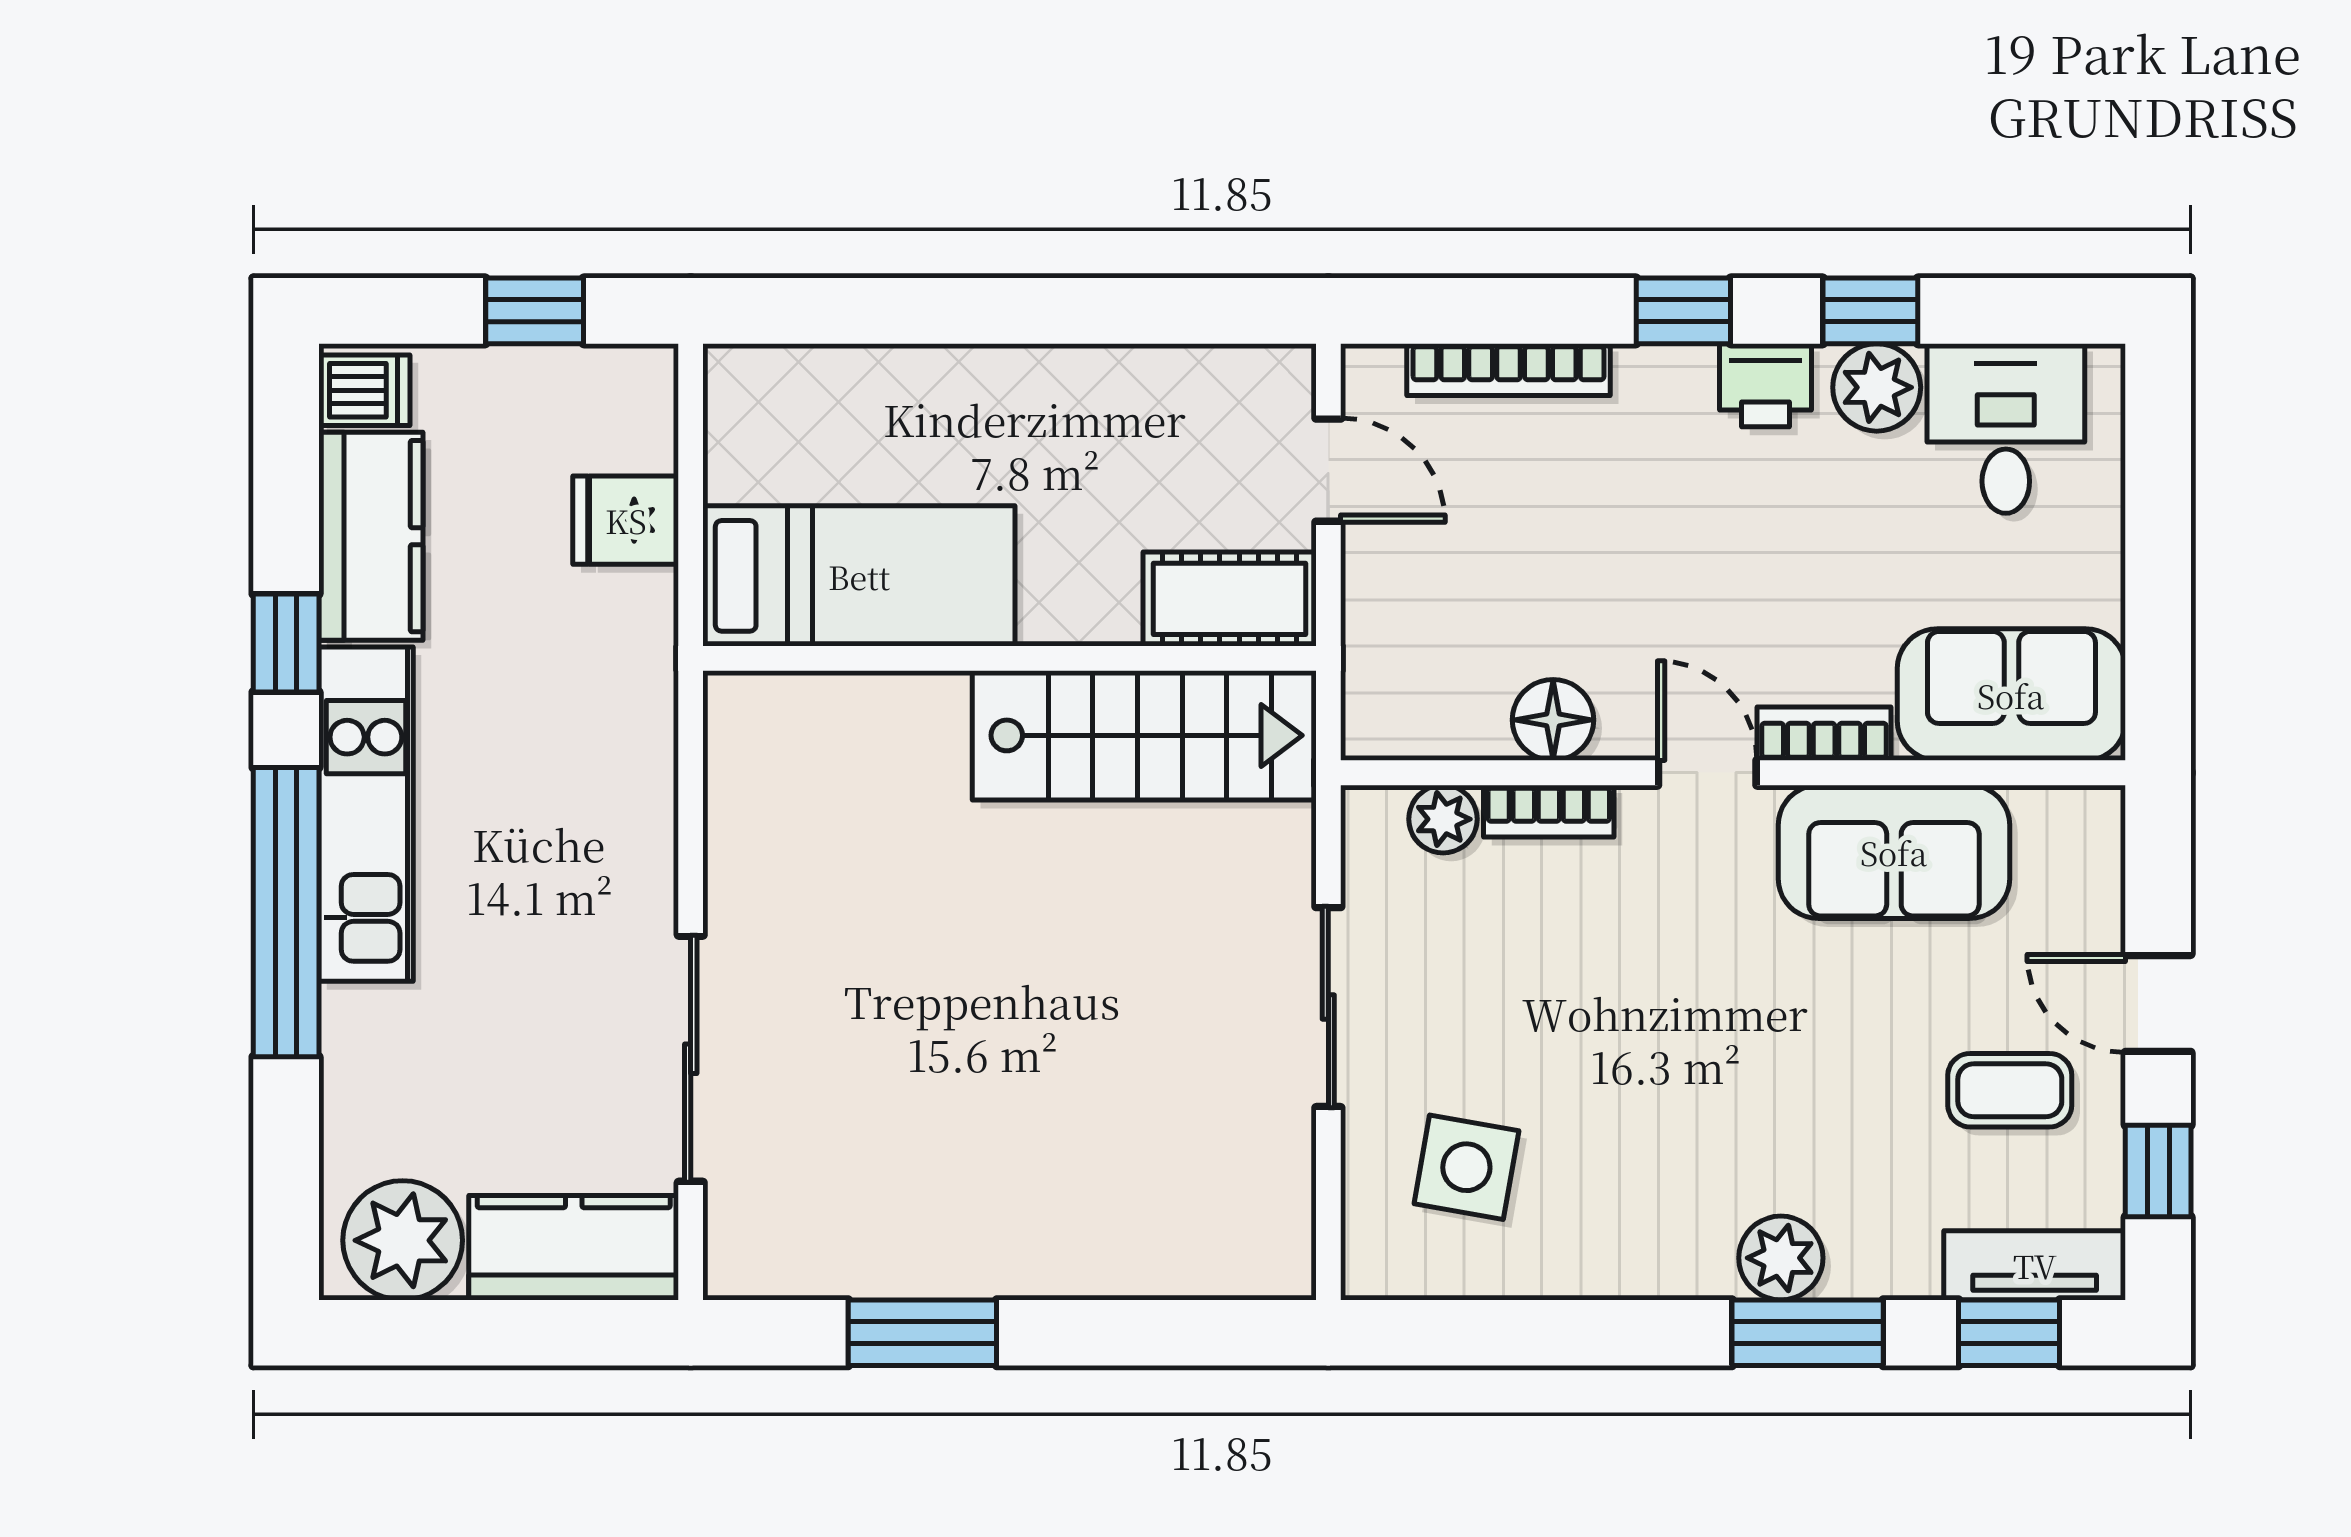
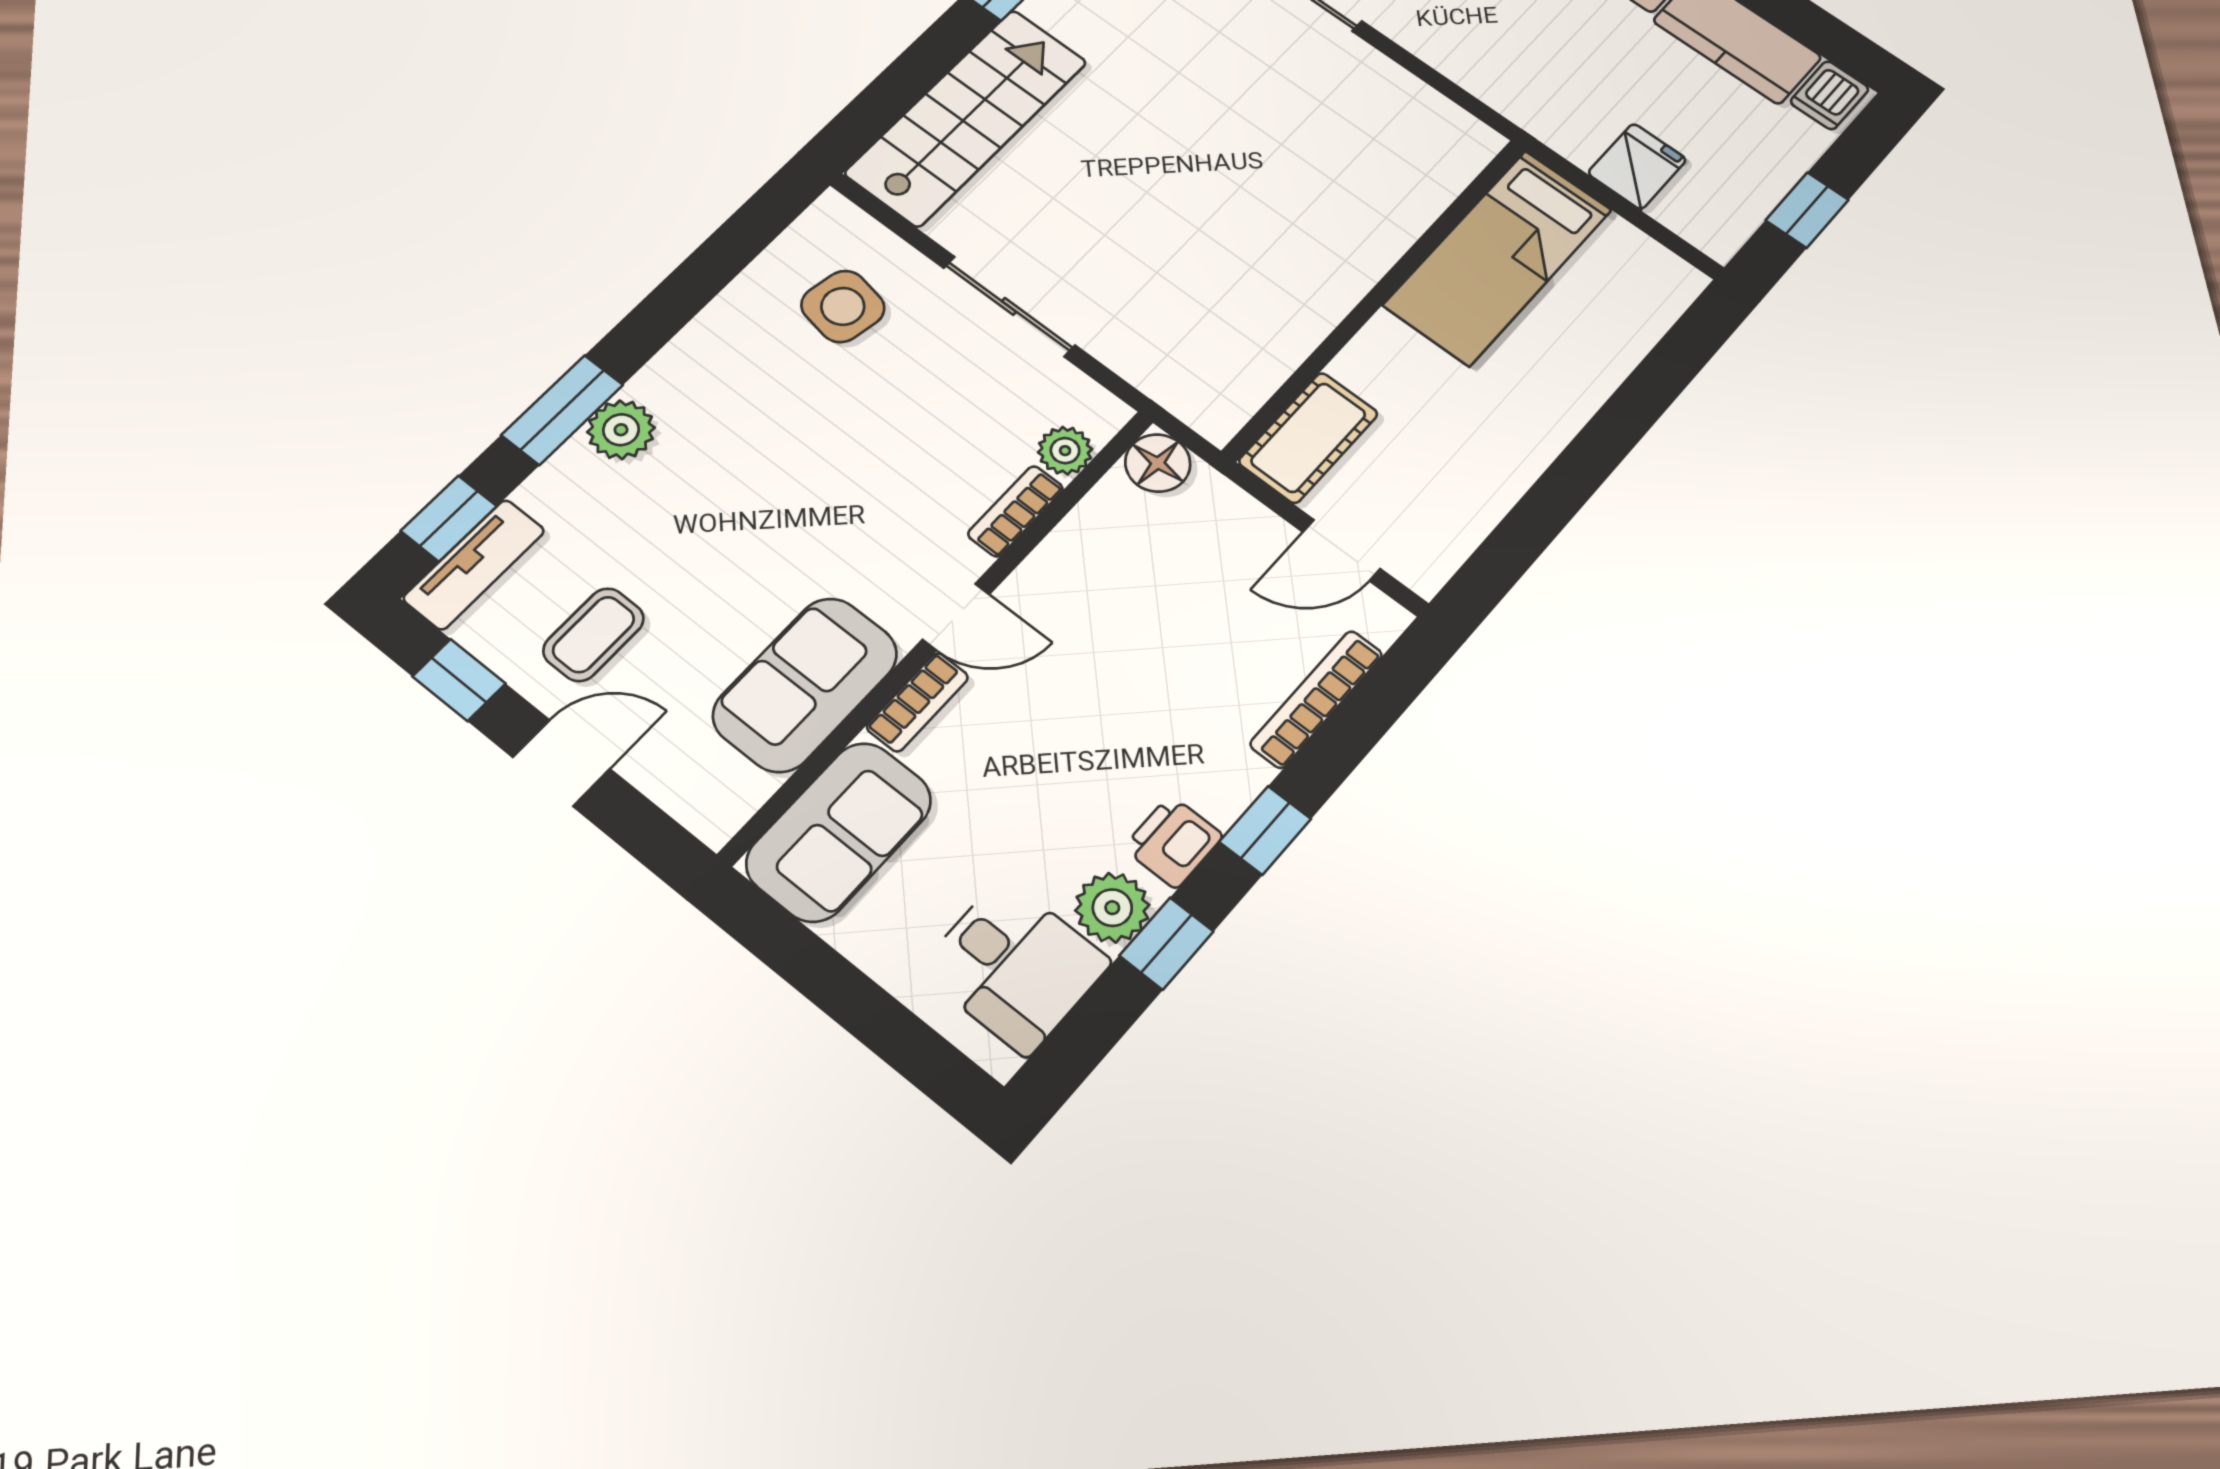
floor lamp: (1553, 720) -> (1158, 463), moved
stairs: (1144, 735) -> (966, 117), moved, turned 180

